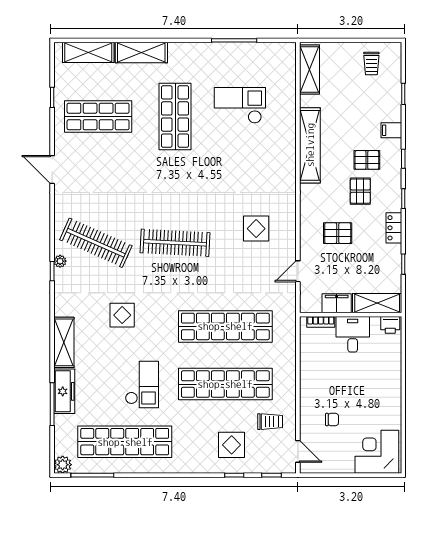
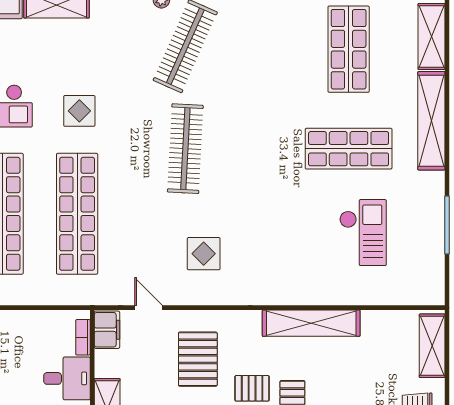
shelving: (141, 52) -> (431, 121), width x1.47
shelving: (309, 70) -> (432, 346), moved, turned 90
pallet: (338, 233) -> (198, 359), width x1.50, depth x1.42
filing cabinet: (337, 303) -> (107, 330), moved
display table: (122, 315) -> (79, 111), moved

